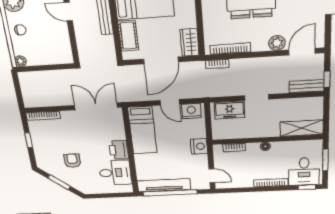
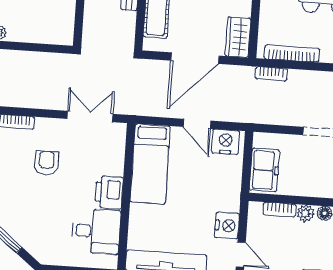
double door: (96, 106) -> (90, 116), width x0.73
freezer: (230, 110) -> (264, 170), moved, turned -90
nightstand: (199, 146) -> (227, 226), moved
plant: (252, 148) -> (305, 213), added
armchair: (72, 161) -> (46, 163), moved

